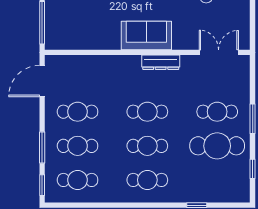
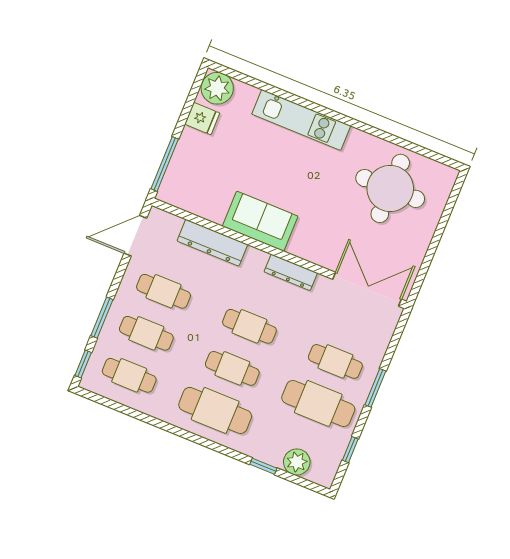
sofa: (146, 35) -> (260, 221), moved
double door: (219, 52) -> (367, 289), width x1.37
dresser: (98, 64) -> (212, 243), added
cafe table: (147, 180) -> (215, 410), width x1.37, depth x1.35
plant: (219, 193) -> (297, 462), added

